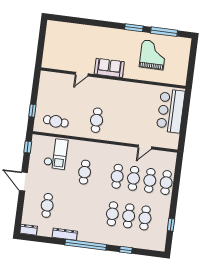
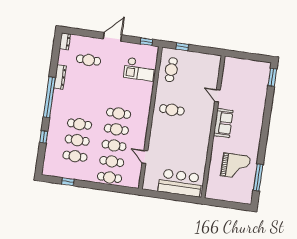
window: (134, 28) -> (272, 77), moved
cafe table: (85, 172) -> (119, 113), moved

